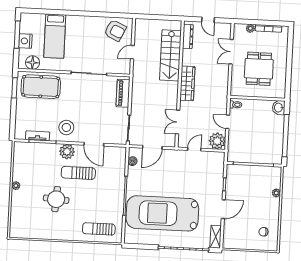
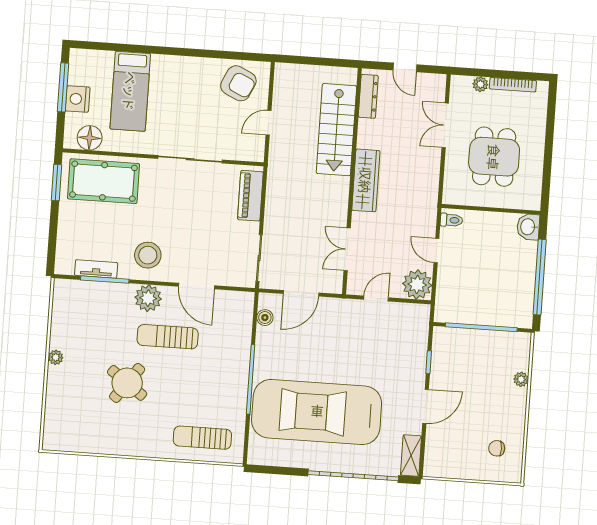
round table: (56, 199) -> (127, 383), turned 32

